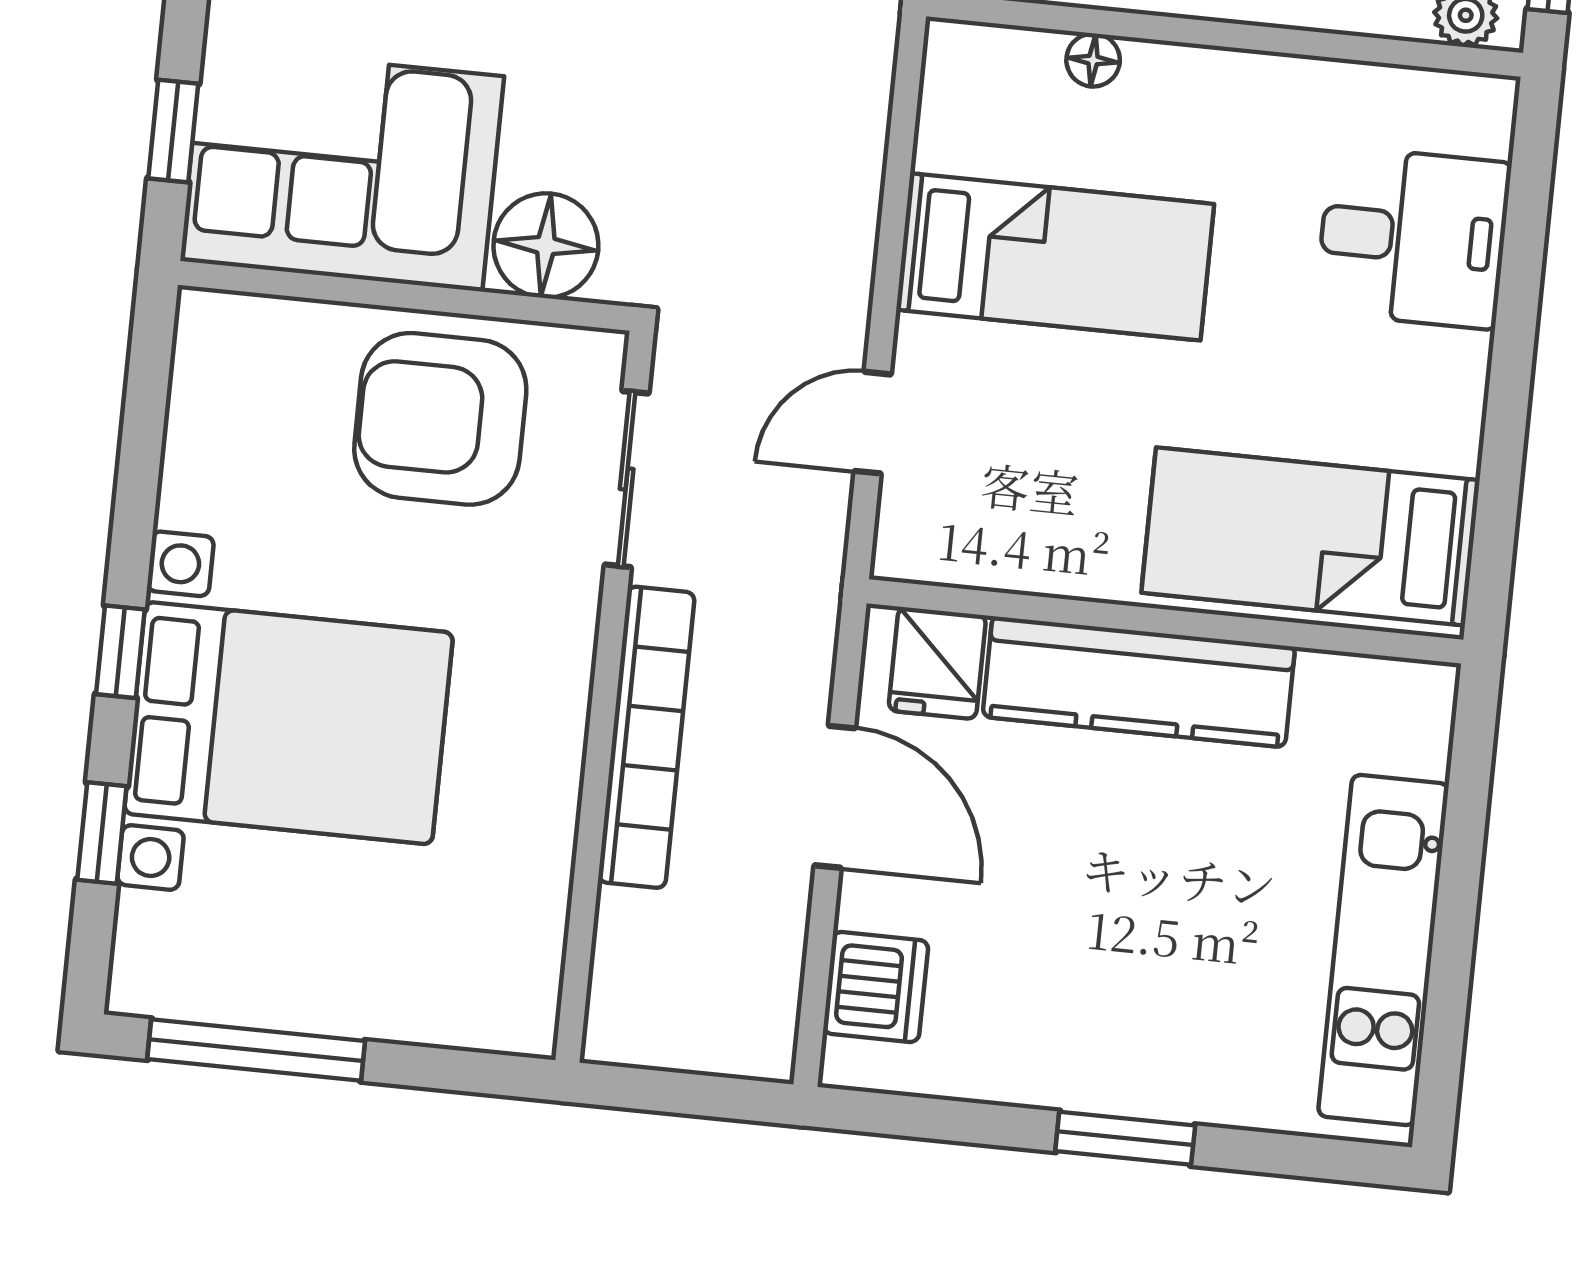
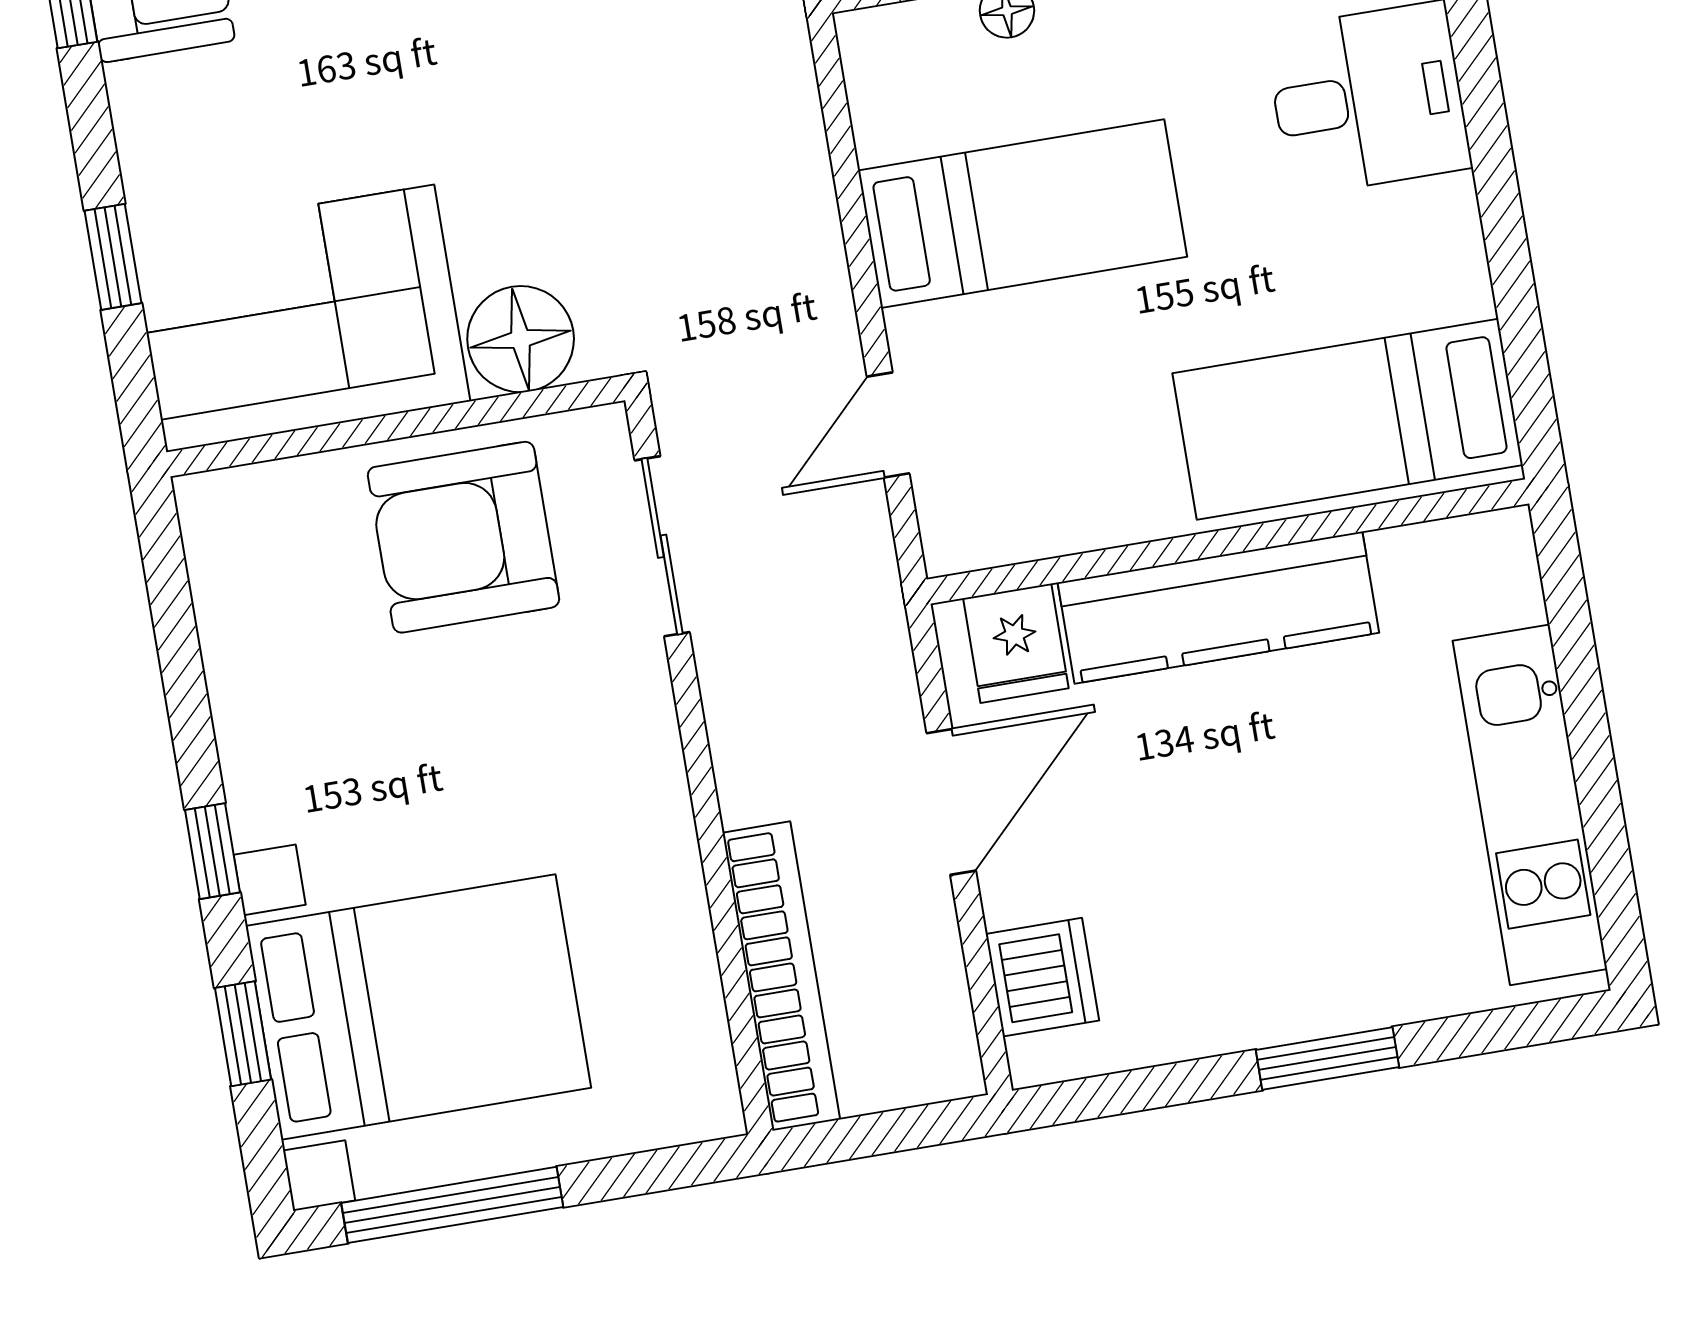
window: (173, 131) -> (113, 257), moved
bed with nightstands: (289, 723) -> (418, 1007), moved
bookcase: (646, 737) -> (781, 976), moved
door: (835, 797) -> (951, 802), hinge flipped

